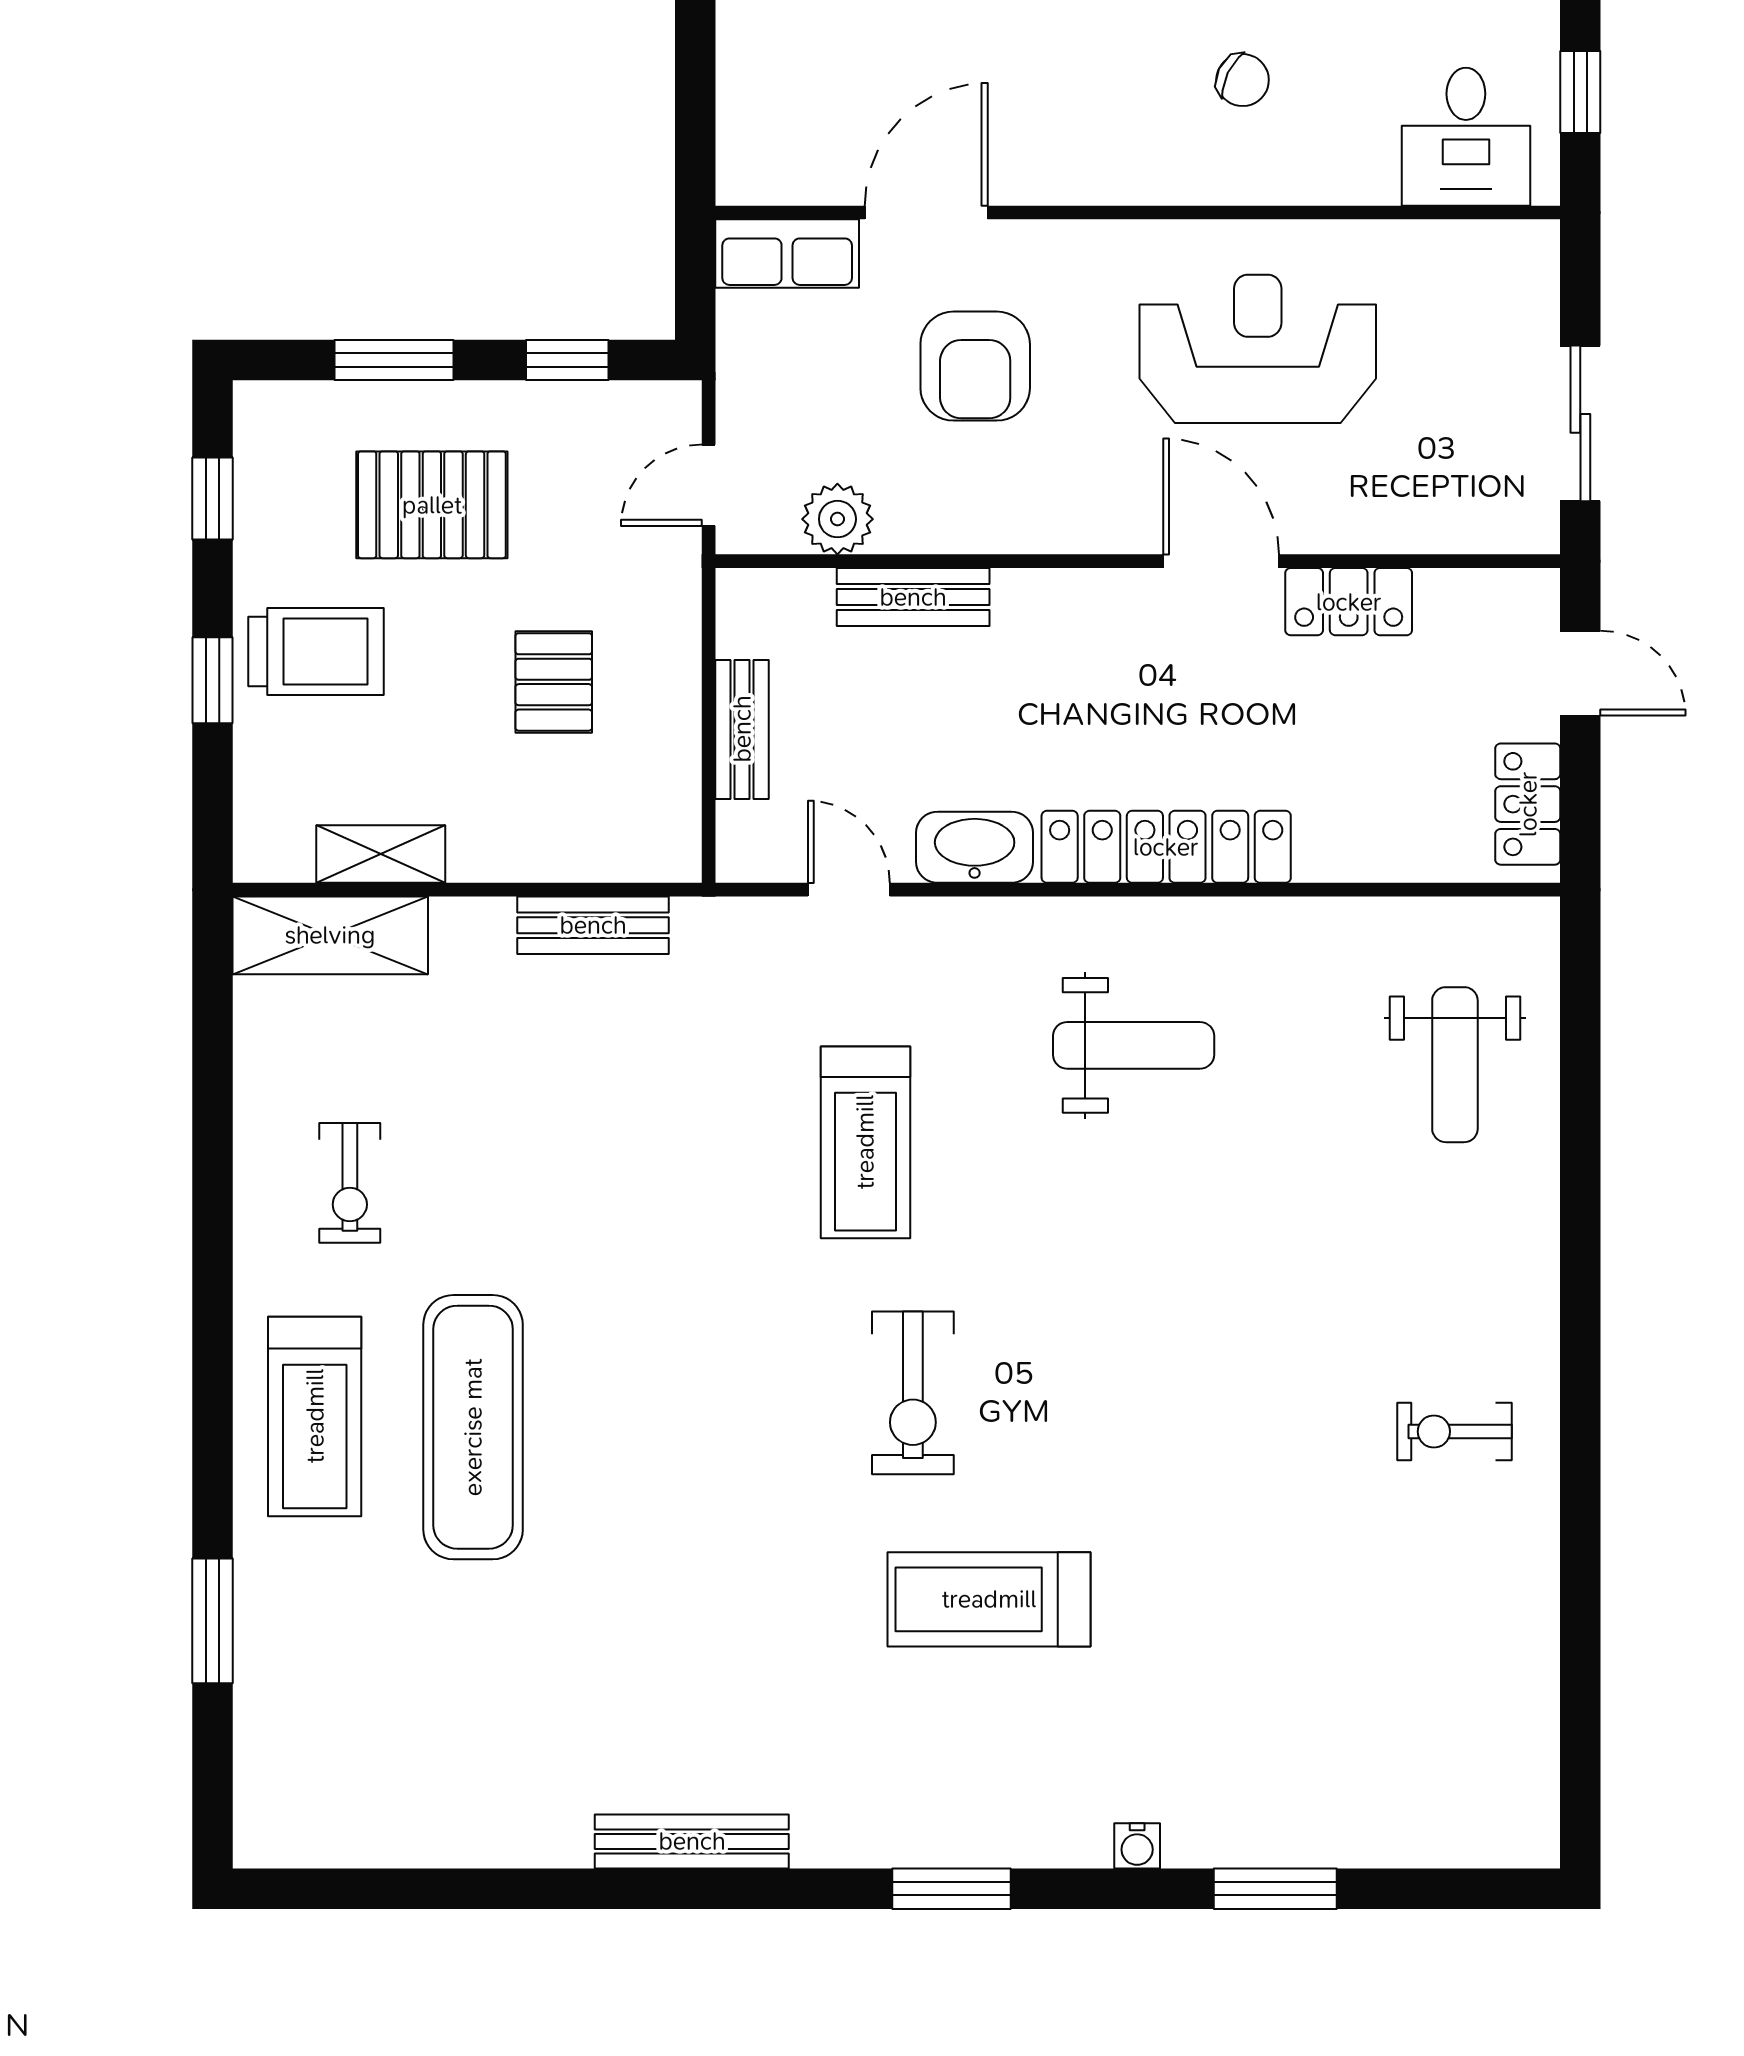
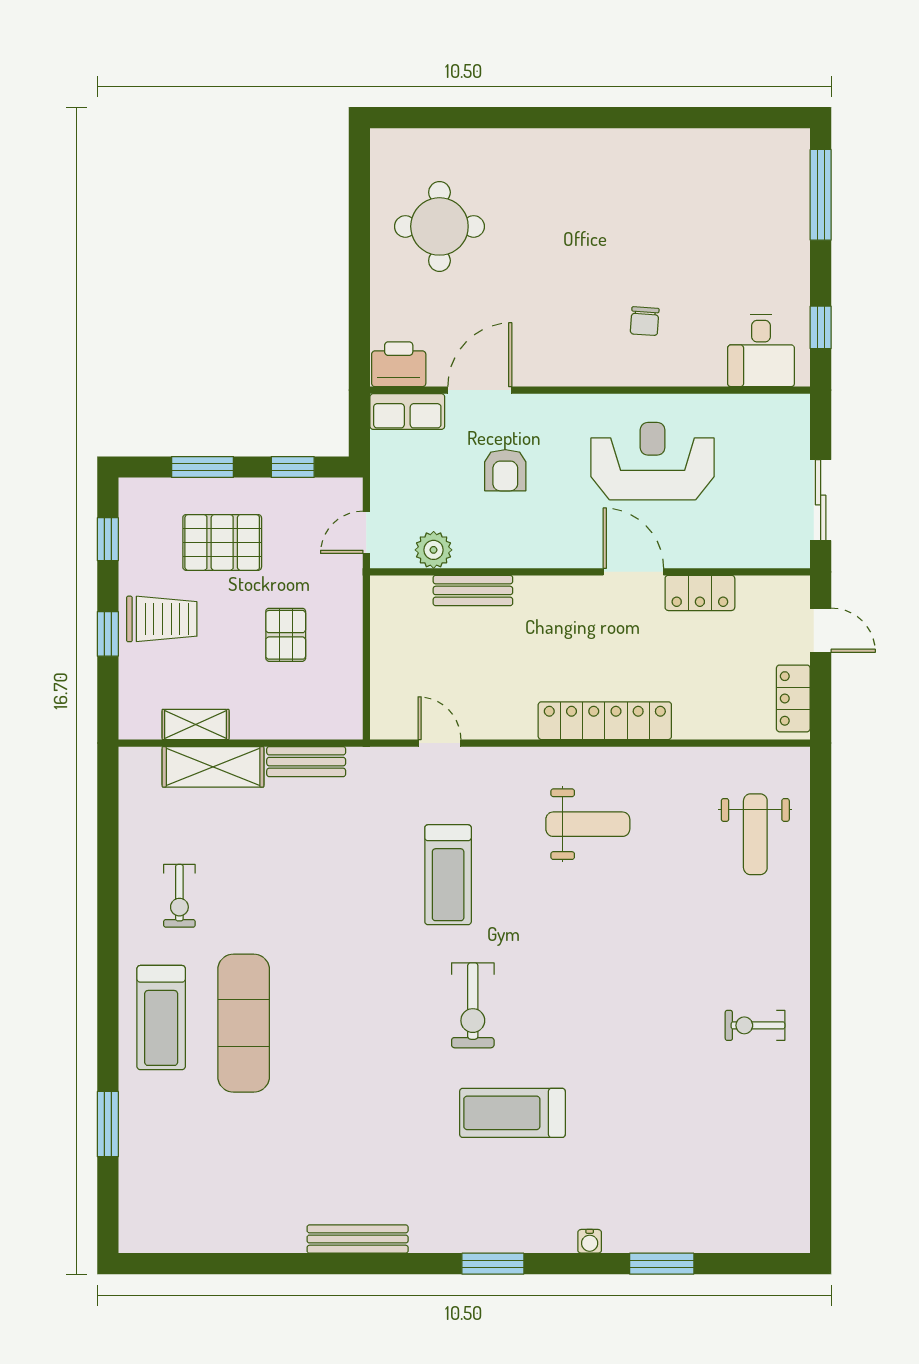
chair: (1243, 80) -> (645, 321), turned 68
printer: (771, 163) -> (399, 364), added
armchair: (975, 366) -> (505, 470), width x0.72, depth x0.72
bench: (742, 729) -> (384, 660), removed
washbasin: (975, 847) -> (505, 721), removed
shelving: (330, 935) -> (213, 767), moved

